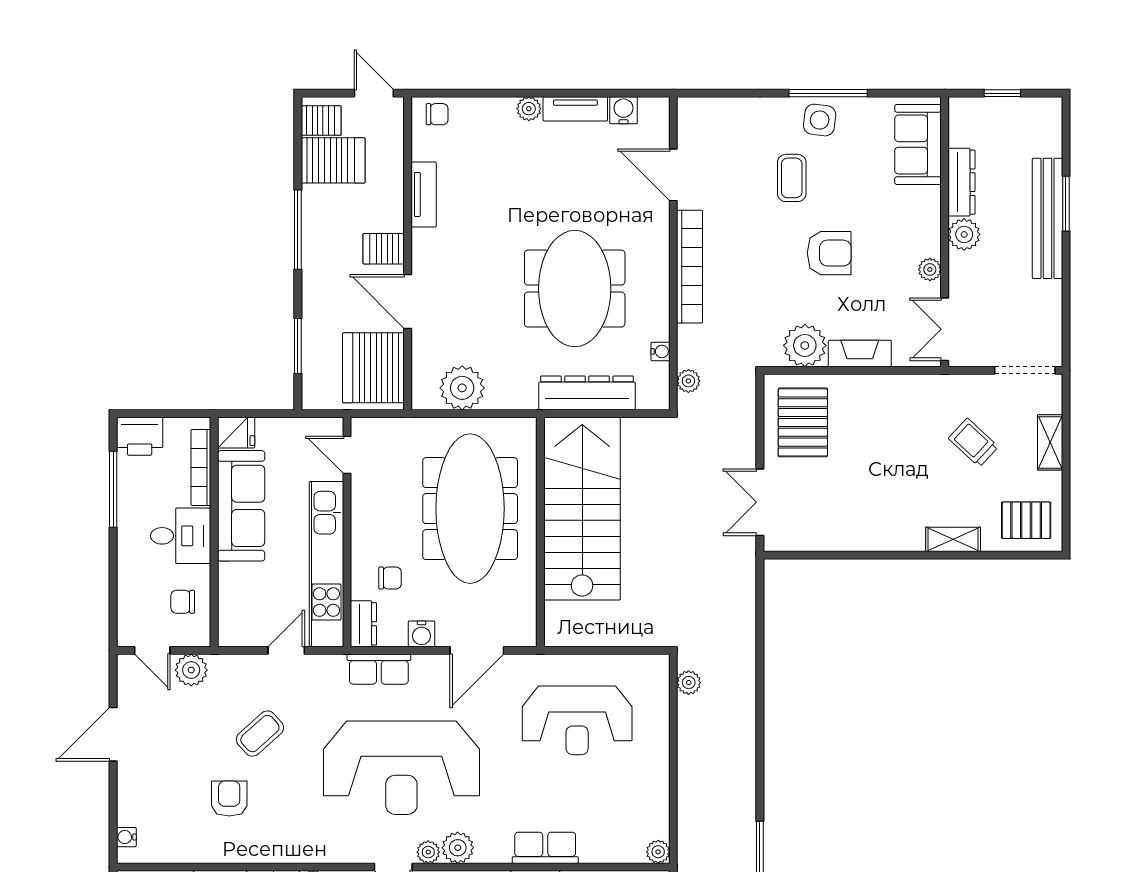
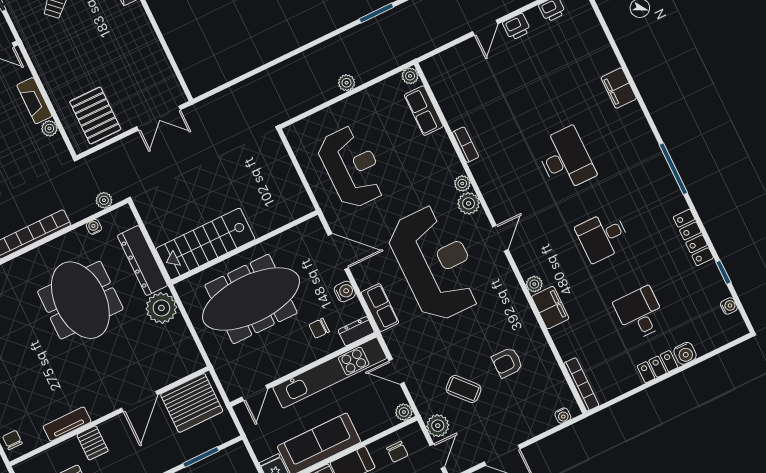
server rack: (384, 249) -> (92, 443), moved
meeting table: (575, 289) -> (80, 300), turned 90
plant: (805, 345) -> (49, 128), width x0.53, depth x0.53
plant: (462, 388) -> (161, 308), moved
pallet: (803, 422) -> (95, 115), turned 90
stairs: (582, 509) -> (205, 244), width x0.73, depth x0.66
chair: (390, 578) -> (319, 328), turned -90
plant: (230, 635) -> (404, 412), added
plant: (689, 683) -> (347, 83), moved
coffee table: (260, 734) -> (464, 389), moved
row of seats: (545, 848) -> (424, 111), moved
plant: (428, 852) -> (462, 183), moved

